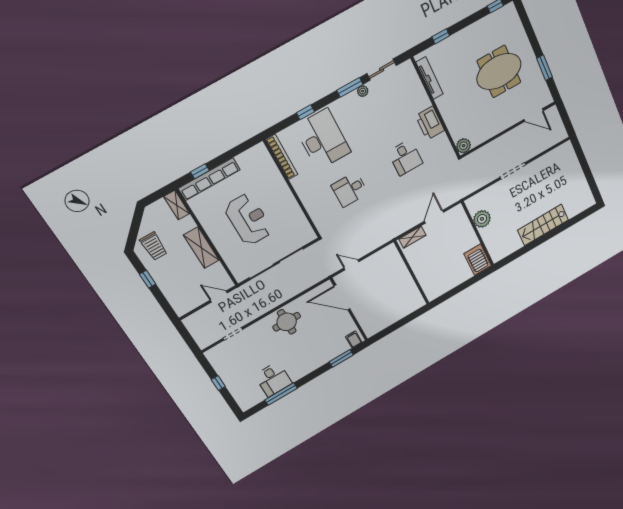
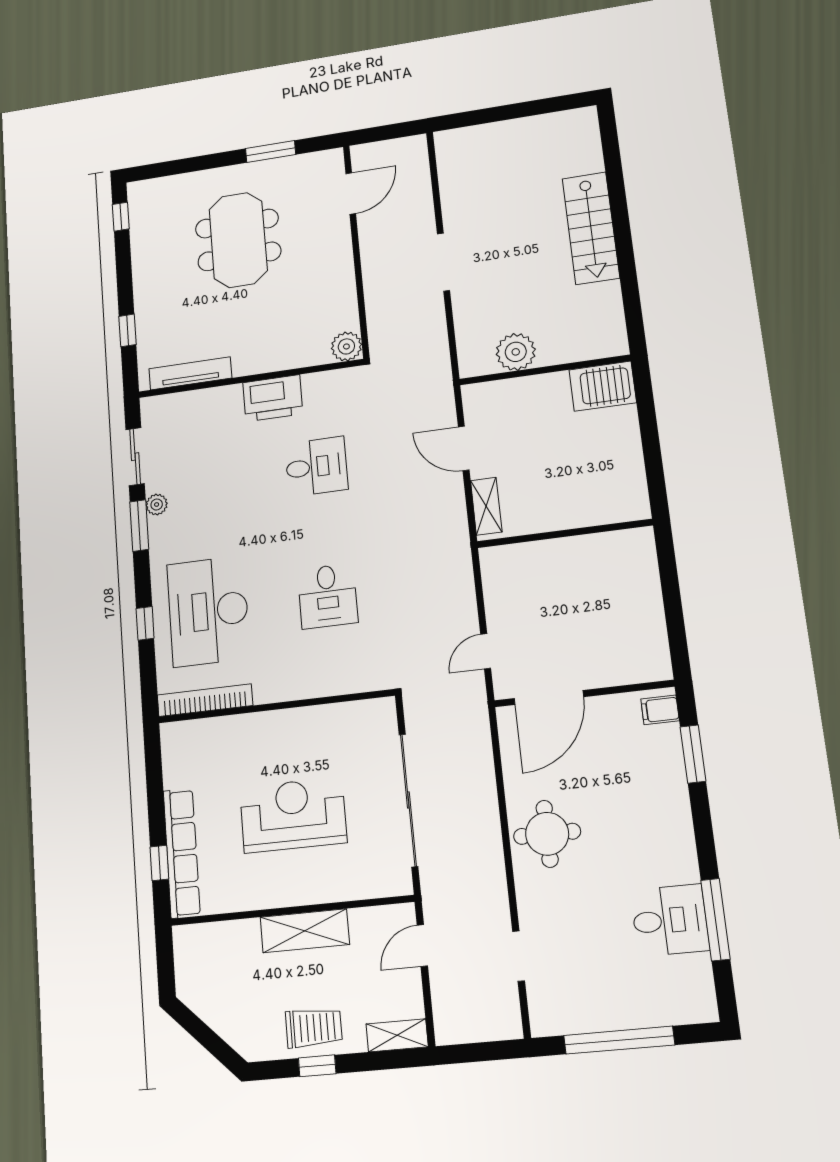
desk: (323, 139) -> (208, 611), turned -90
shelving: (177, 205) -> (397, 1035), moved
trolley: (154, 246) -> (314, 1028), moved
window: (218, 383) -> (619, 1040), width x3.17

